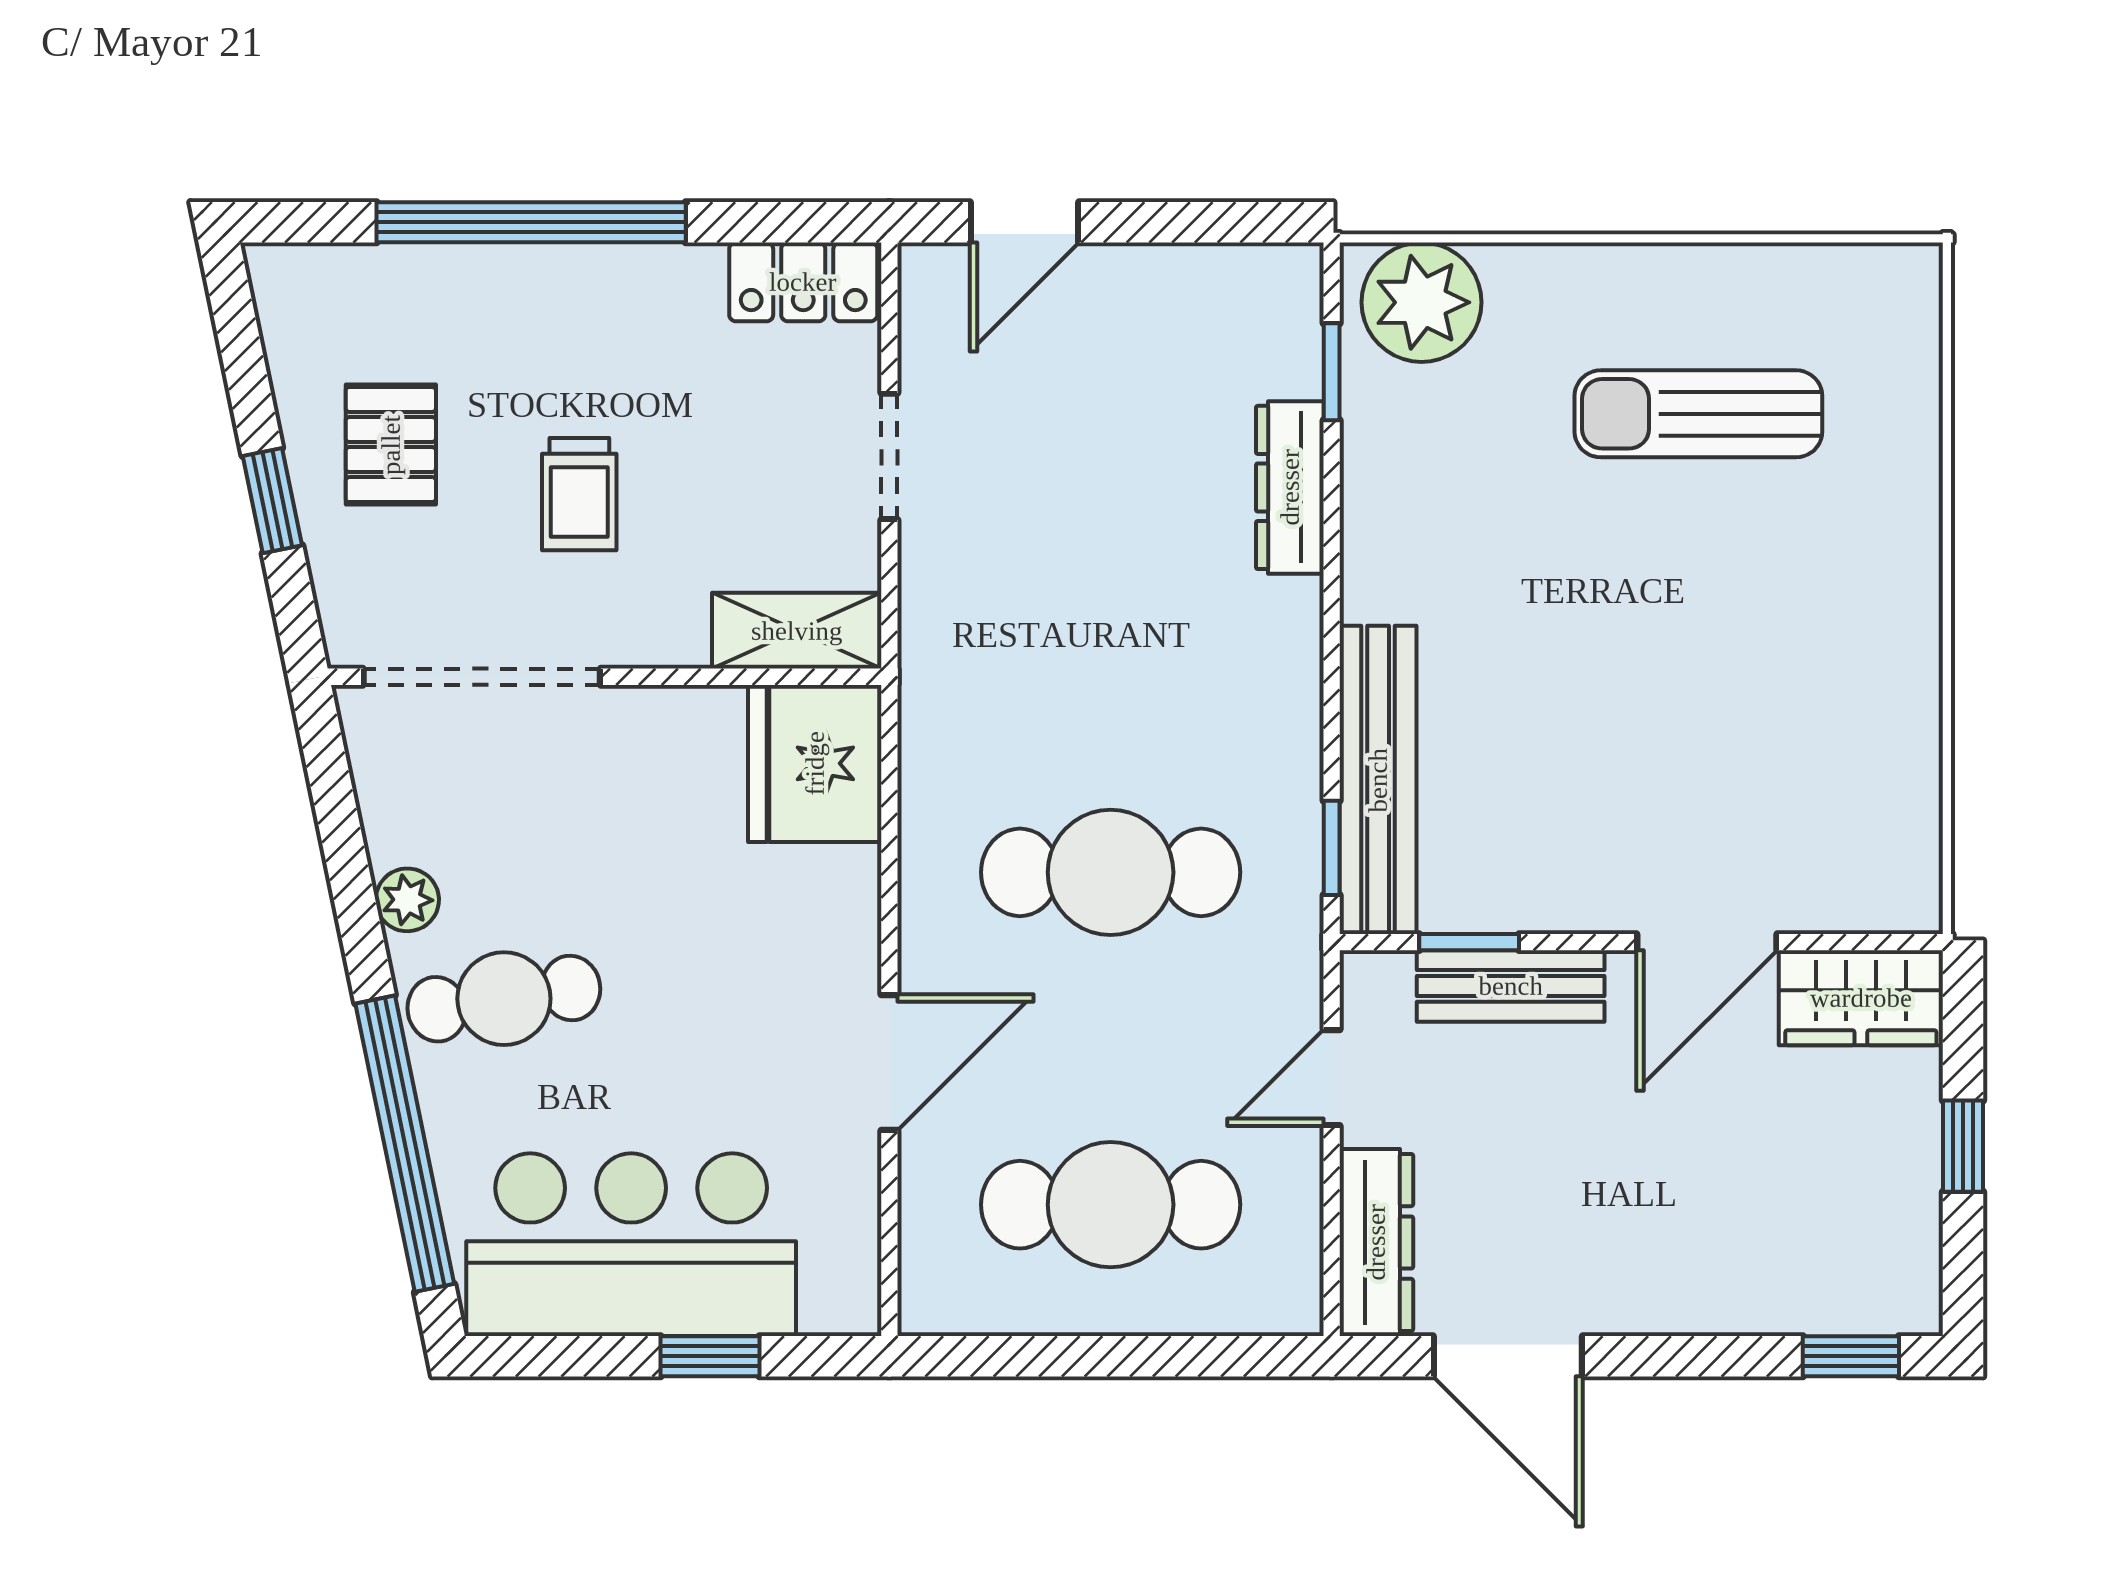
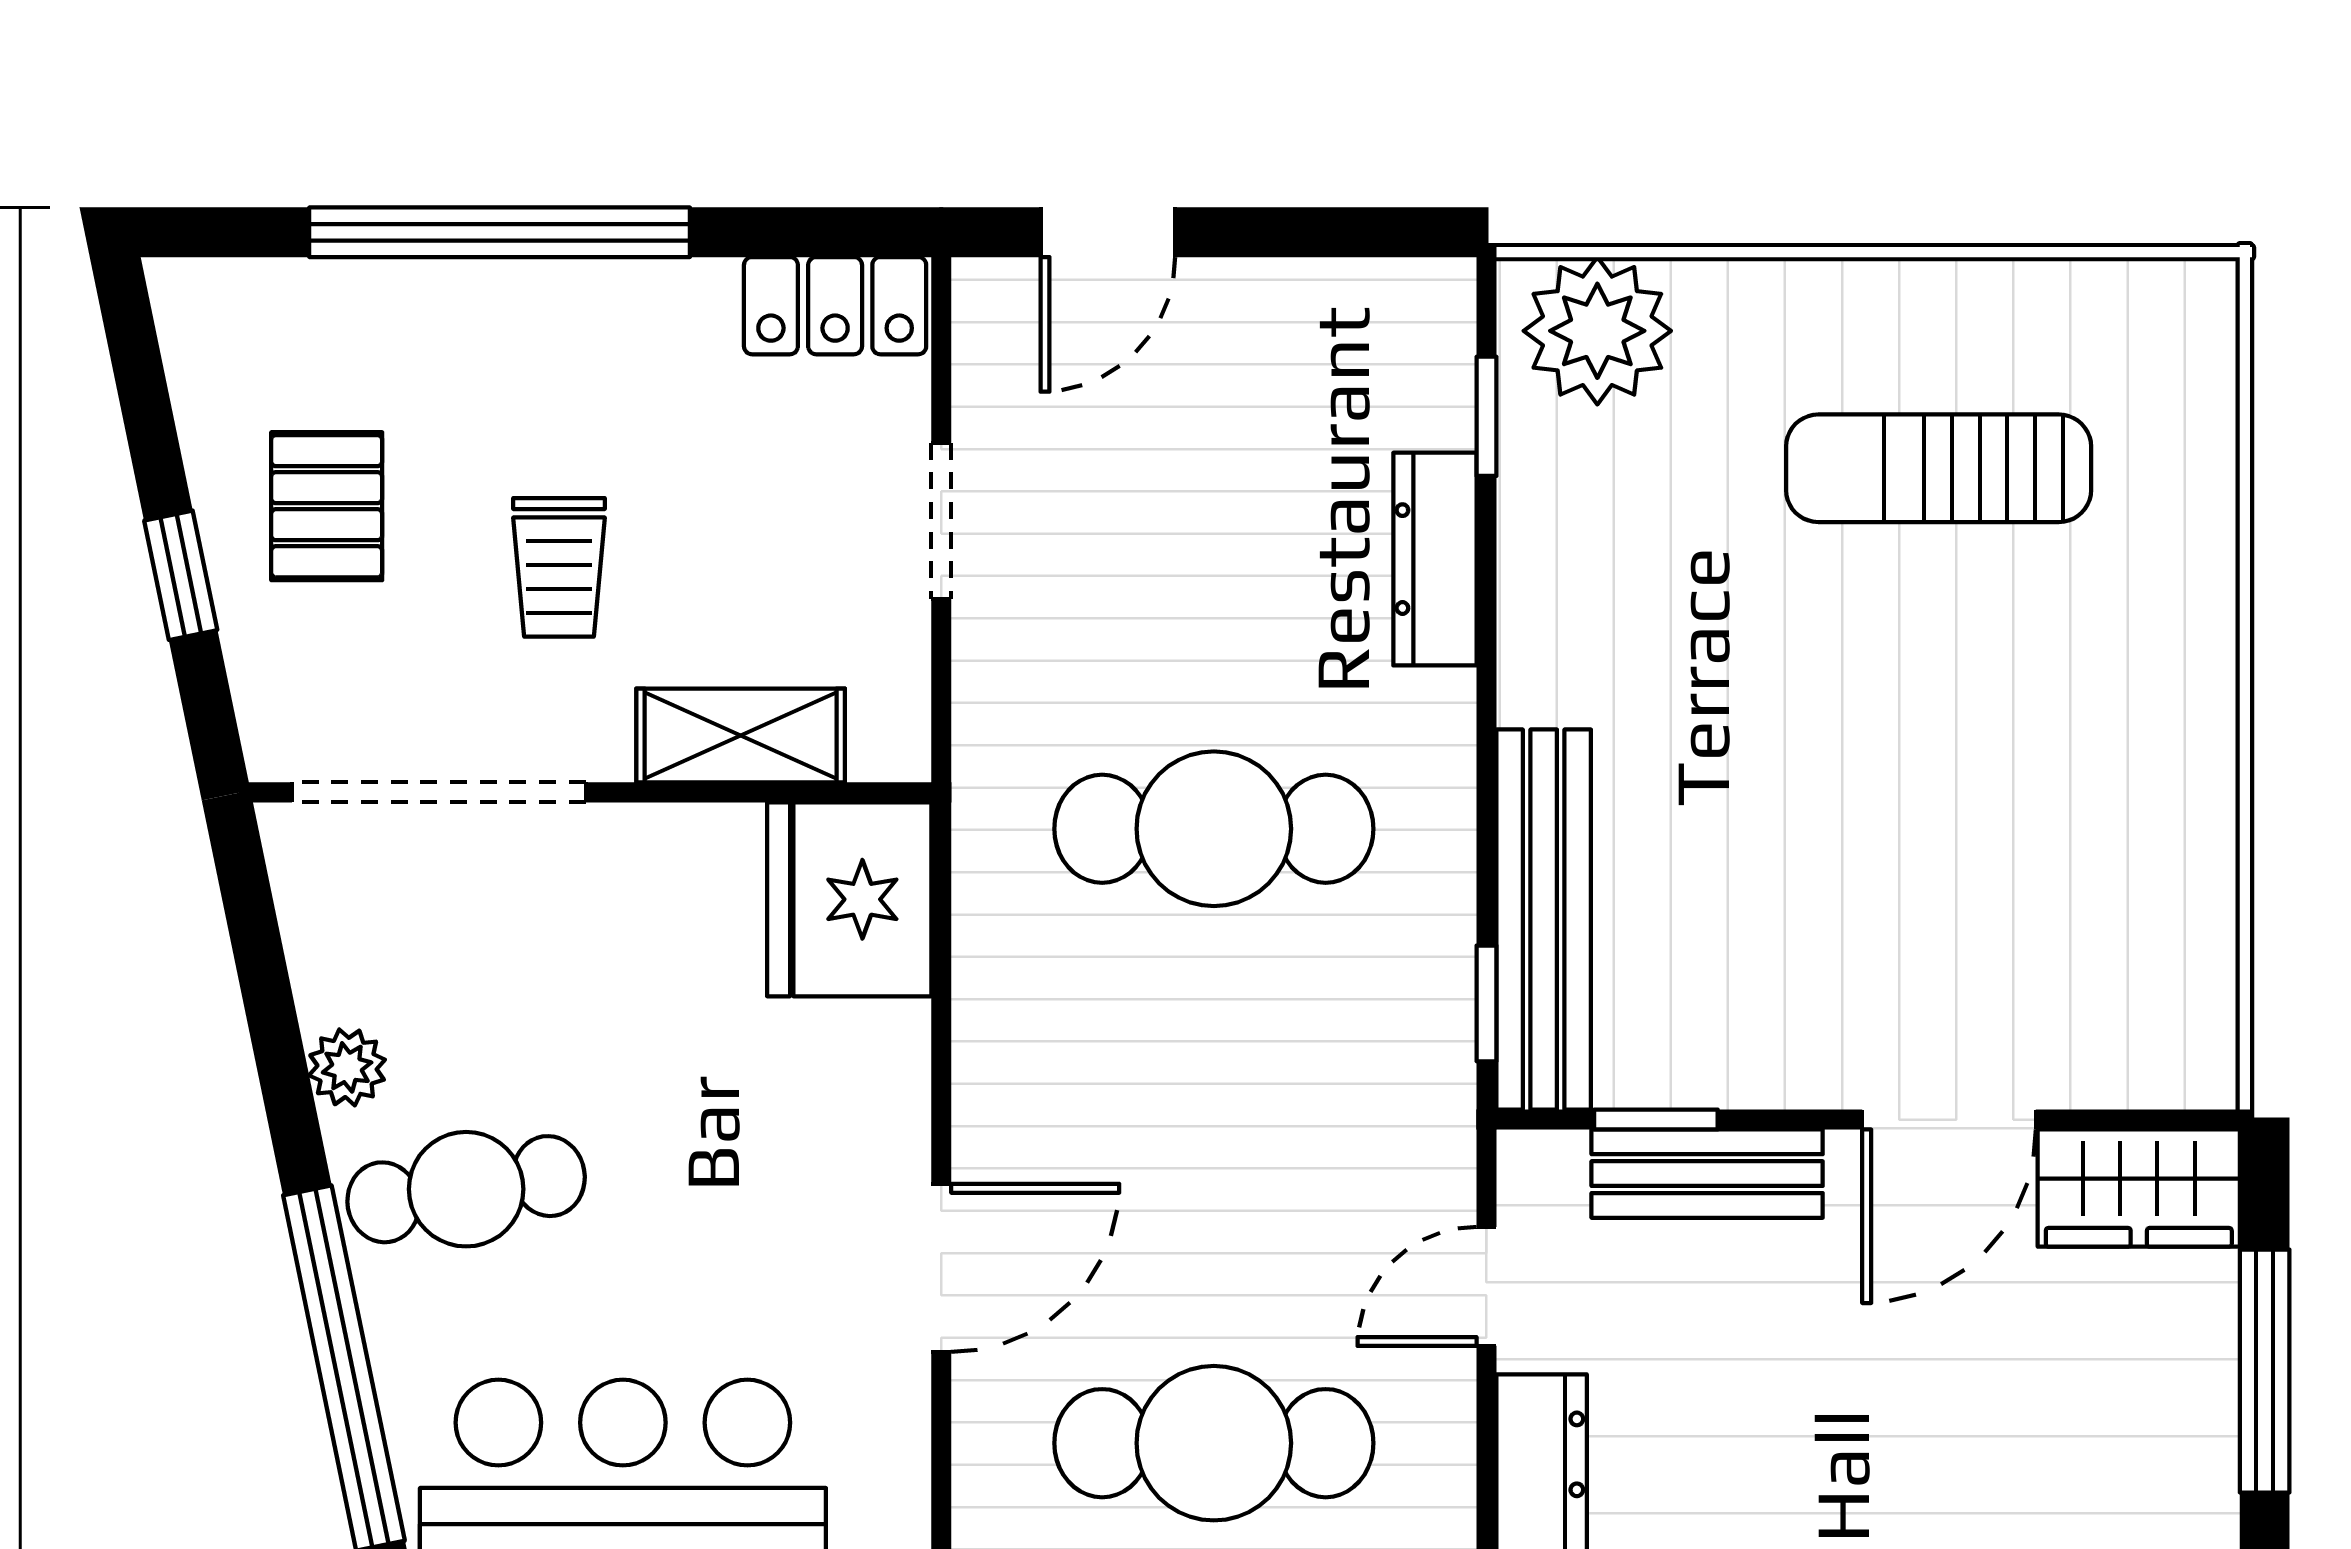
shelving: (797, 631) -> (741, 736), moved
cafe table: (1111, 872) -> (1214, 829), moved
window: (1963, 1146) -> (2265, 1371), width x2.17

